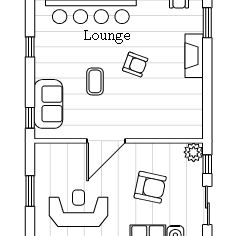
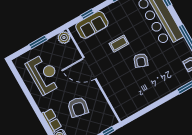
fireplace: (194, 56) -> (164, 90), removed
window: (30, 118) -> (87, 14), moved
plant: (194, 152) -> (64, 38), moved

